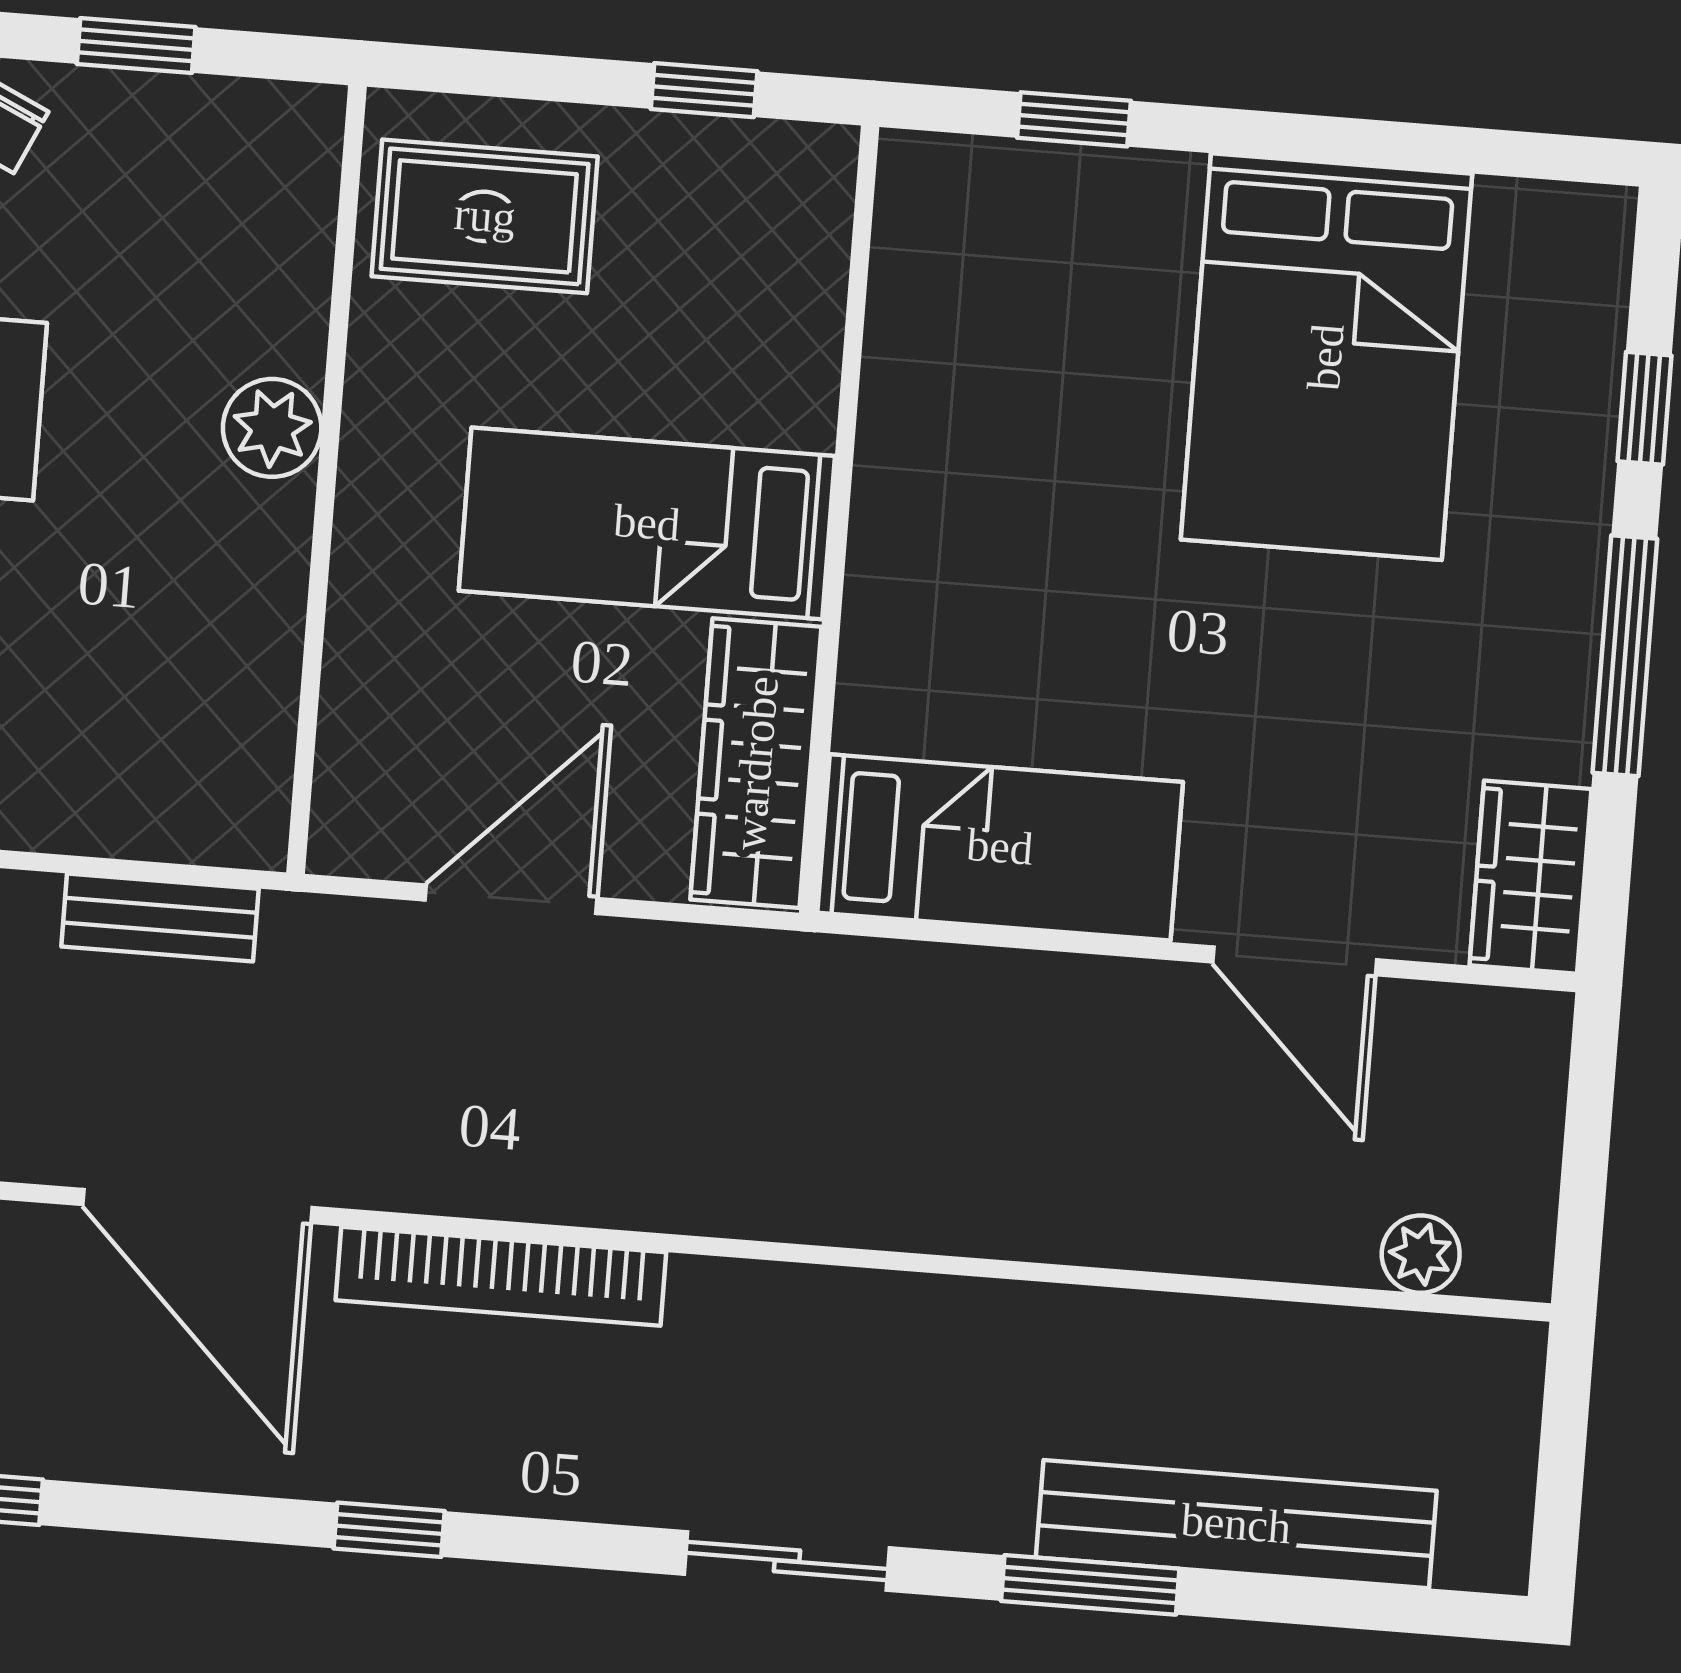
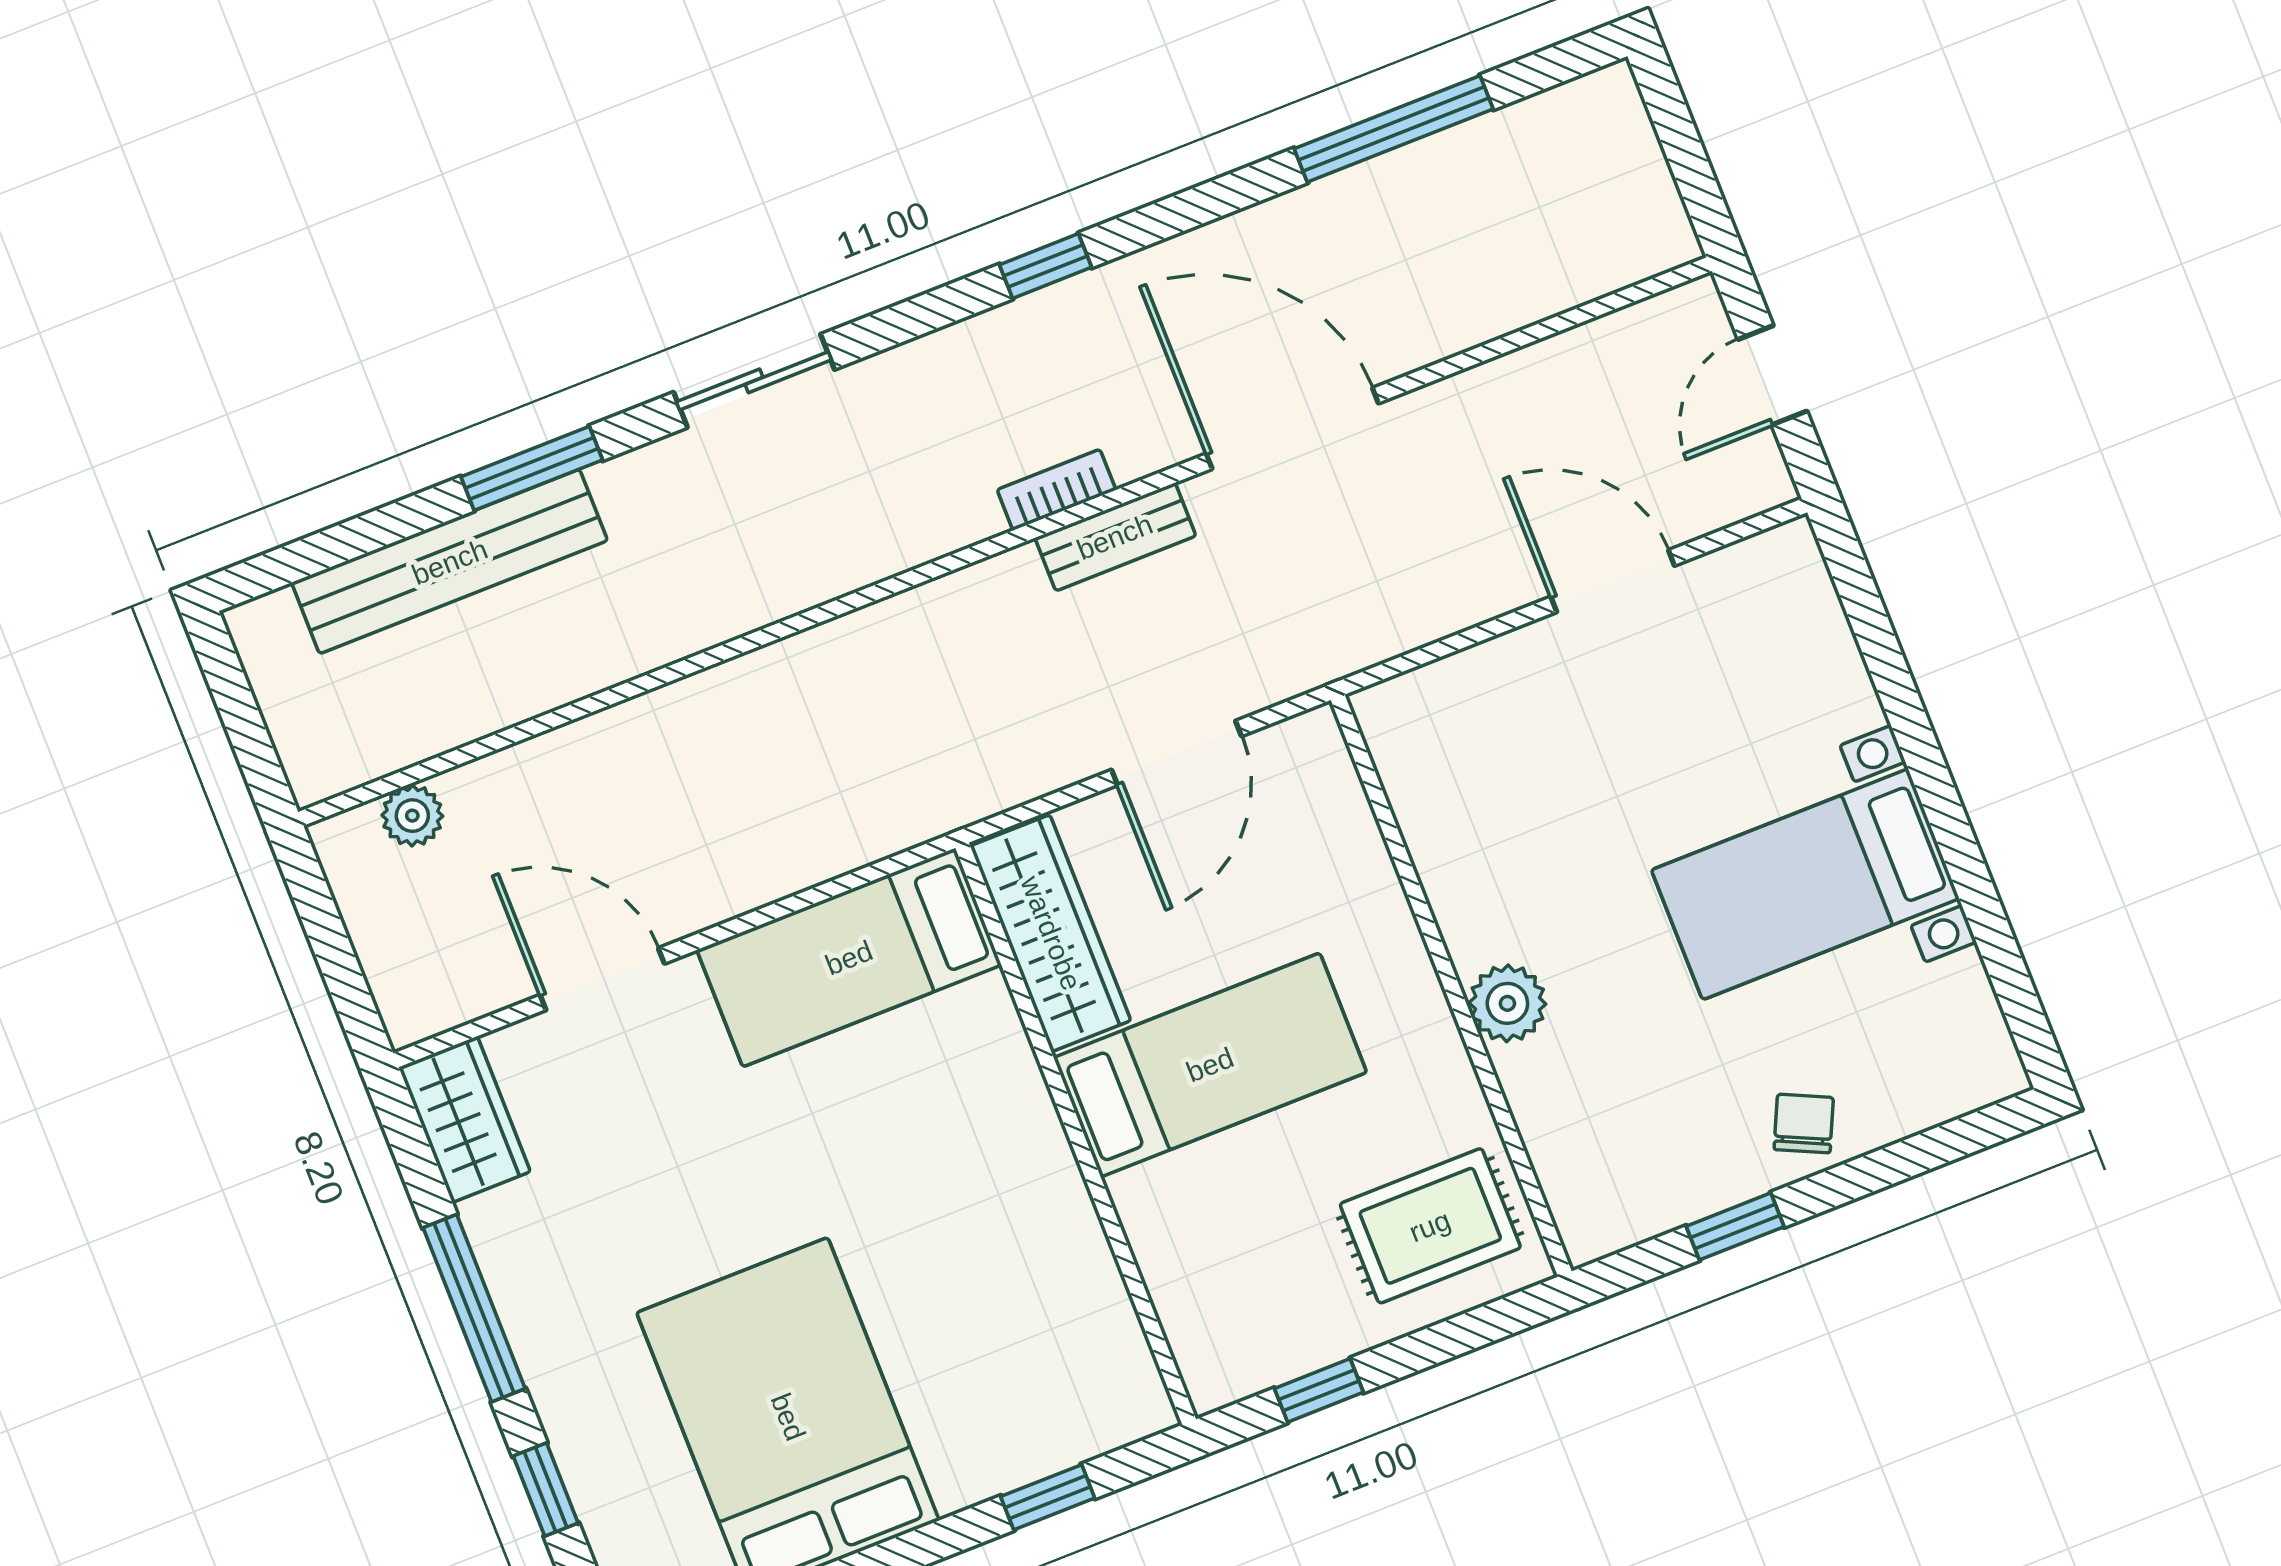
bench: (160, 918) -> (1115, 537), moved
bookcase: (501, 1276) -> (1056, 490), width x0.43, depth x0.76

